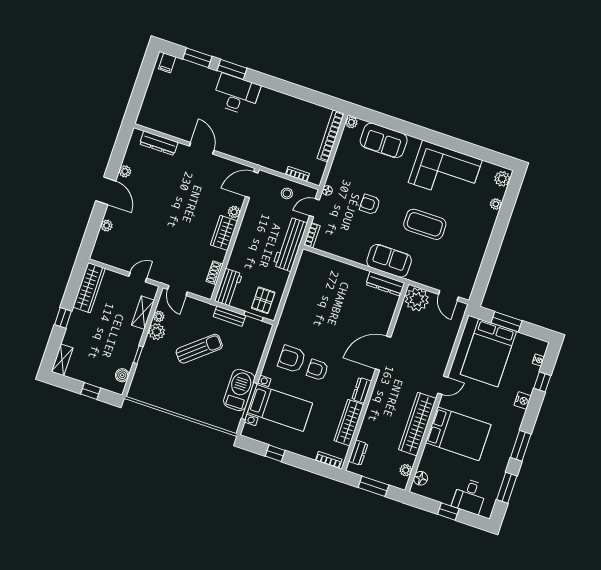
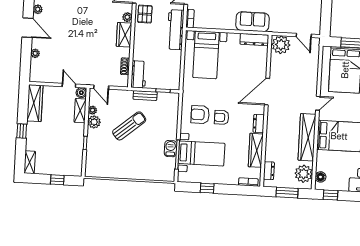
door: (138, 277) -> (69, 85), hinge flipped
bed with nightstands: (319, 286) -> (206, 55), added
pallet: (263, 300) -> (145, 14), moved
boiler: (122, 375) -> (81, 93), moved
barbecue: (239, 390) -> (170, 149), width x0.53, depth x0.65
plant: (406, 470) -> (304, 174), width x1.88, depth x1.88
window: (448, 511) -> (330, 195), moved

